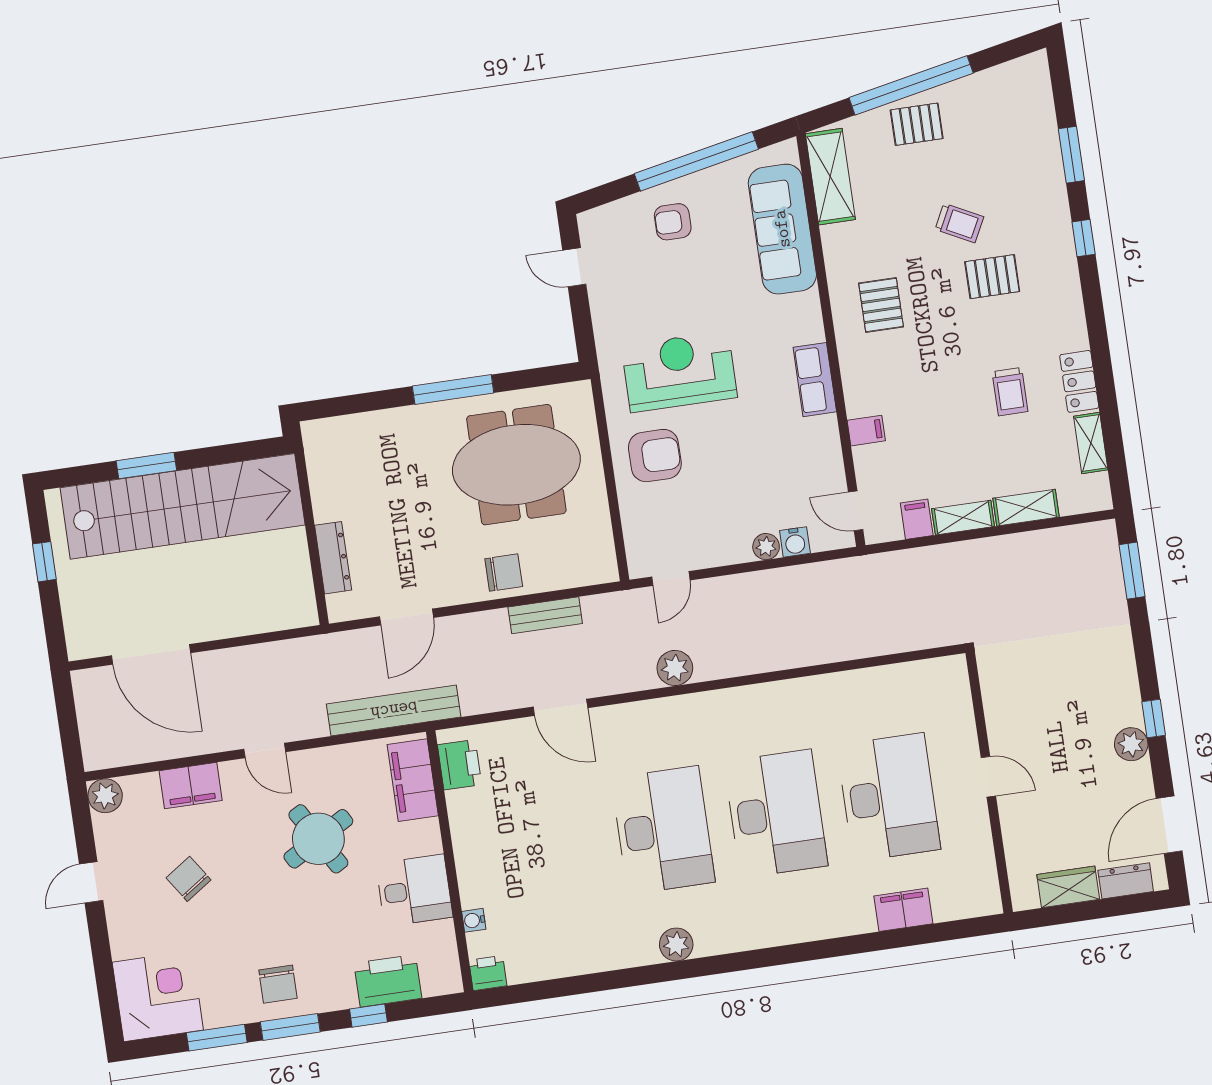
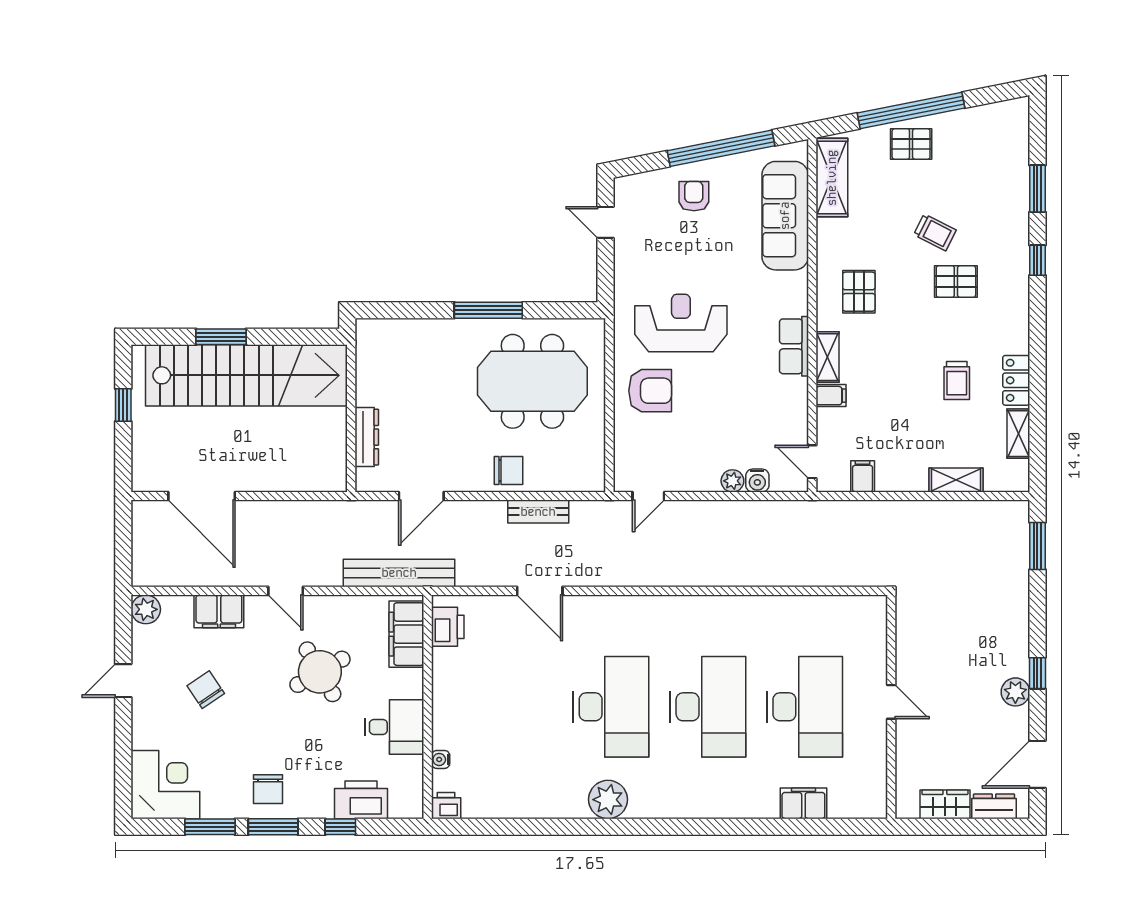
armchair: (673, 222) -> (694, 196), turned 90
shelving: (963, 518) -> (828, 357), moved, turned 90
plant: (675, 668) -> (641, 572), removed
plant: (676, 944) -> (608, 800), width x1.36, depth x1.36

